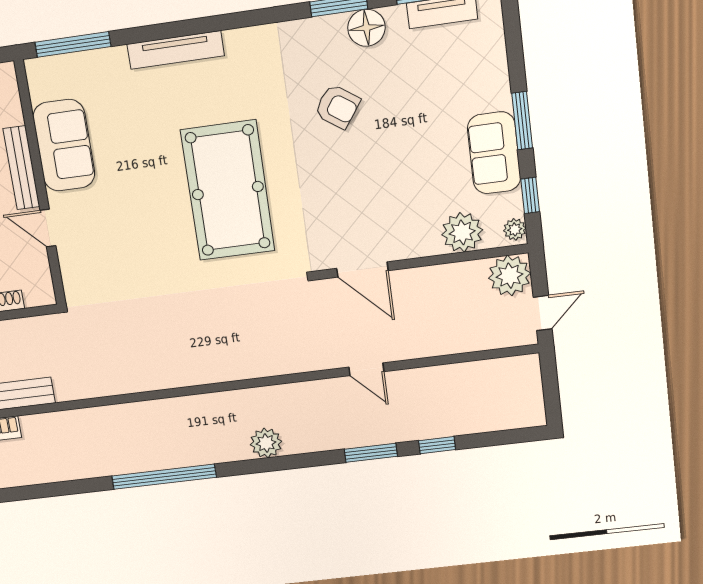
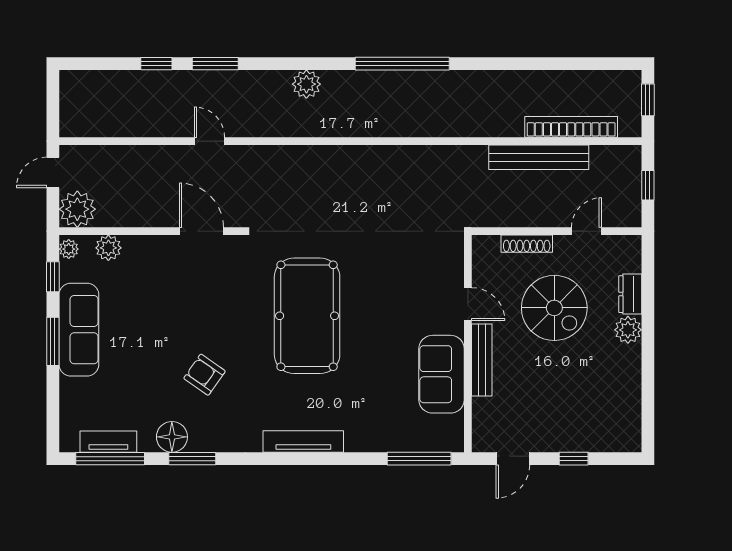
tv unit: (176, 50) -> (303, 441), moved
sofa: (494, 153) -> (79, 330), width x1.36
plant: (462, 232) -> (108, 248), width x0.73, depth x0.73

